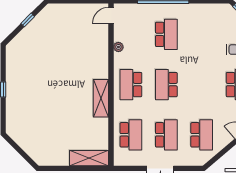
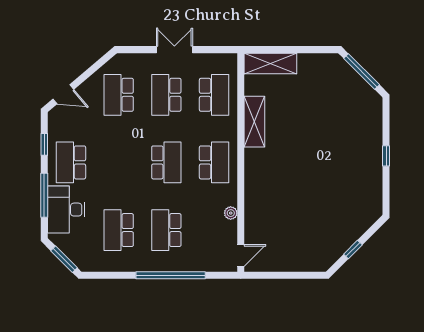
school desk: (202, 34) -> (119, 230), added
shelving: (101, 98) -> (254, 122), moved
school desk: (131, 135) -> (214, 95), turned 180
window: (21, 152) -> (362, 71), added

